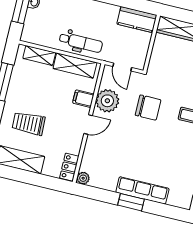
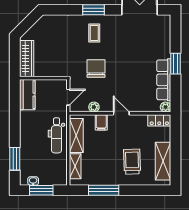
dental chair: (81, 42) -> (57, 135), turned 180
plant: (107, 101) -> (94, 107), width x0.53, depth x0.53
trolley: (29, 123) -> (132, 162), turned 180
row of seats: (142, 190) -> (164, 80), moved

